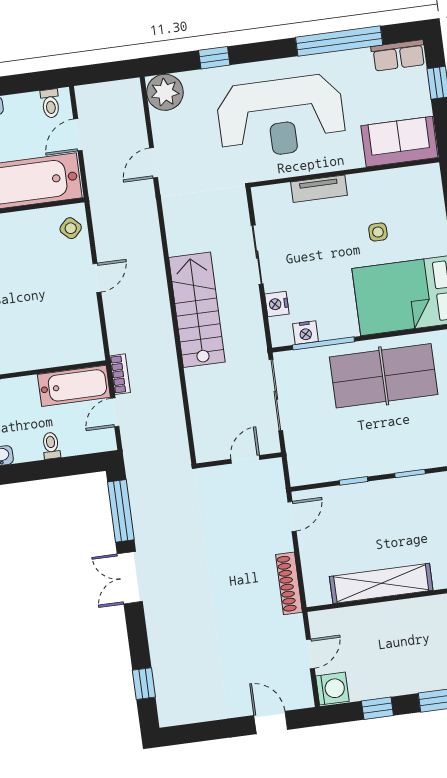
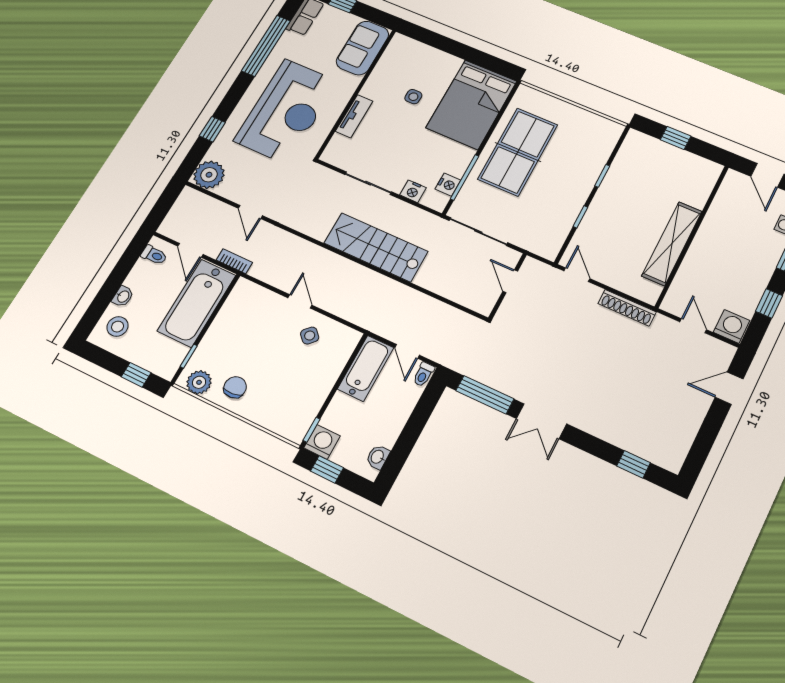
side table: (71, 228) -> (310, 336), moved
bookcase: (120, 374) -> (234, 261), moved
toilet: (51, 446) -> (423, 374), moved, turned -90

